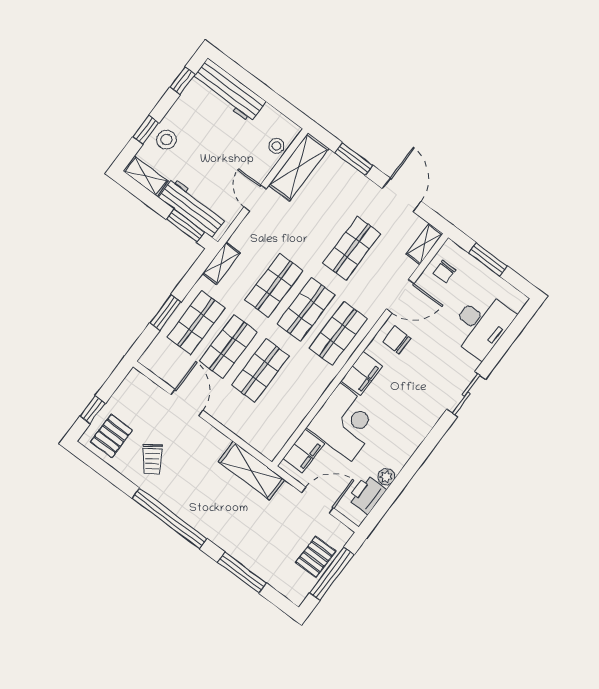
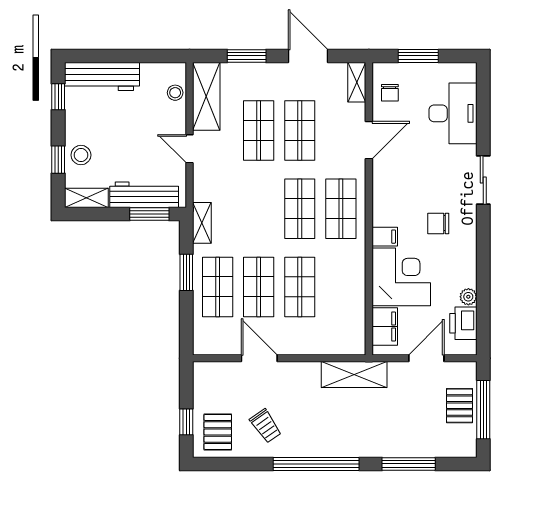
shop shelf: (274, 285) -> (259, 130), moved
window: (165, 313) -> (186, 272), moved
chair: (397, 340) -> (438, 223), moved
filing cabinet: (362, 373) -> (385, 237), width x0.50

